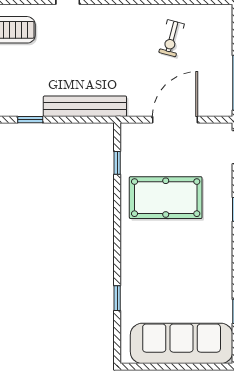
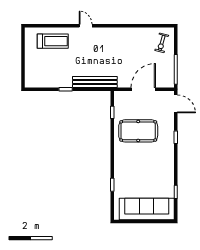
exercise bike: (172, 38) -> (162, 43), moved

